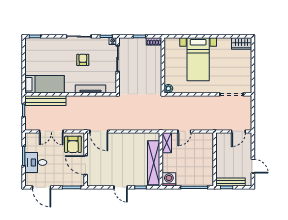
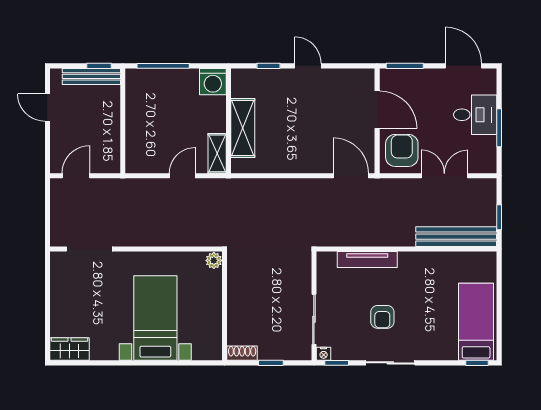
bed: (44, 84) -> (476, 322), moved, turned 90
shelving: (154, 163) -> (243, 128), width x0.68

